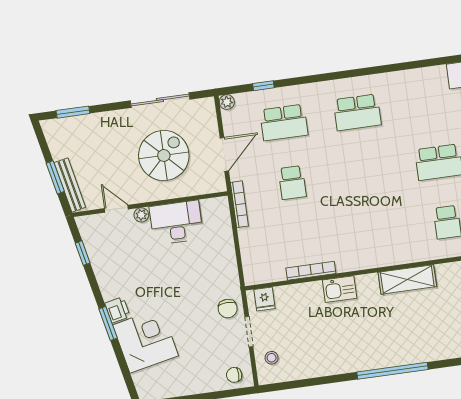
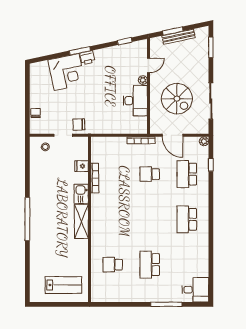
bench: (70, 185) -> (178, 37), moved
shelving: (407, 279) -> (81, 222), moved
fridge: (264, 299) -> (82, 166), moved
chair: (234, 375) -> (36, 113), moved

